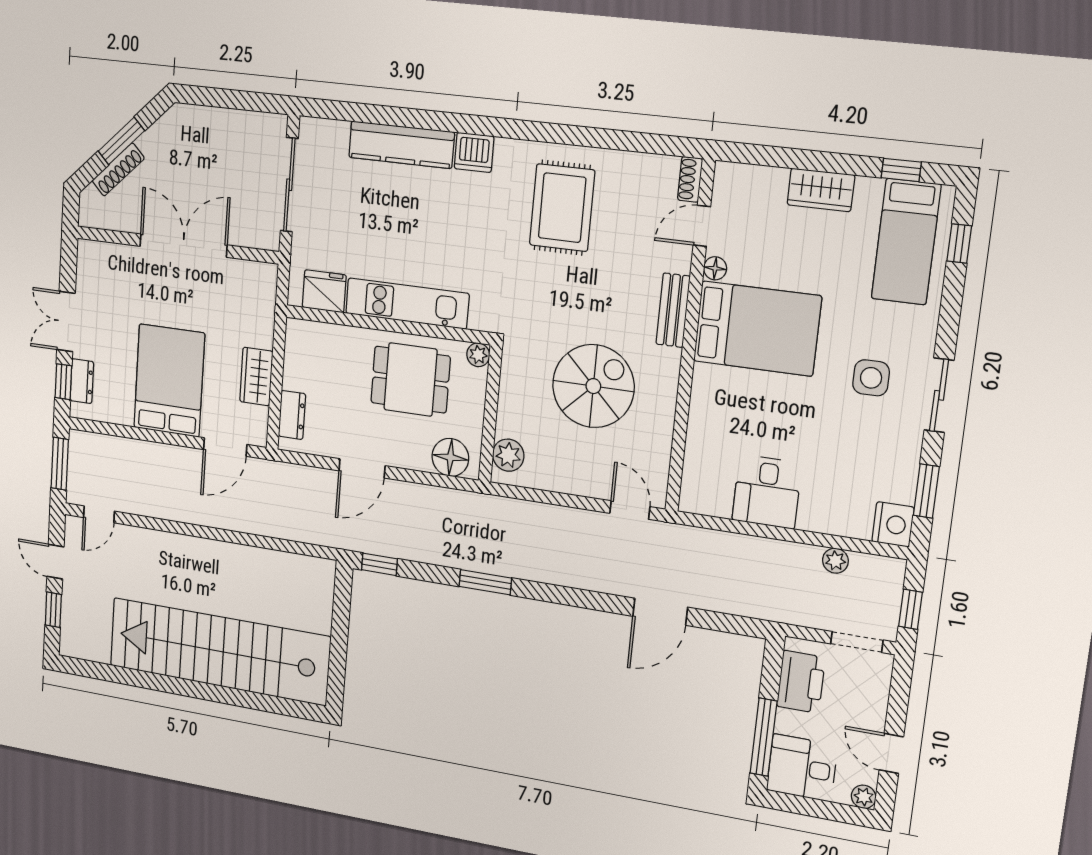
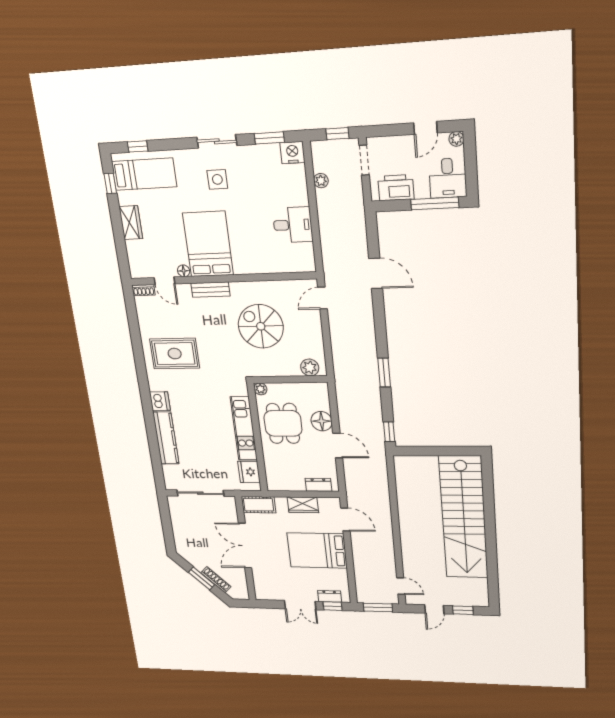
cot: (261, 293) -> (258, 505), added
floor lamp: (450, 457) -> (322, 421), moved

